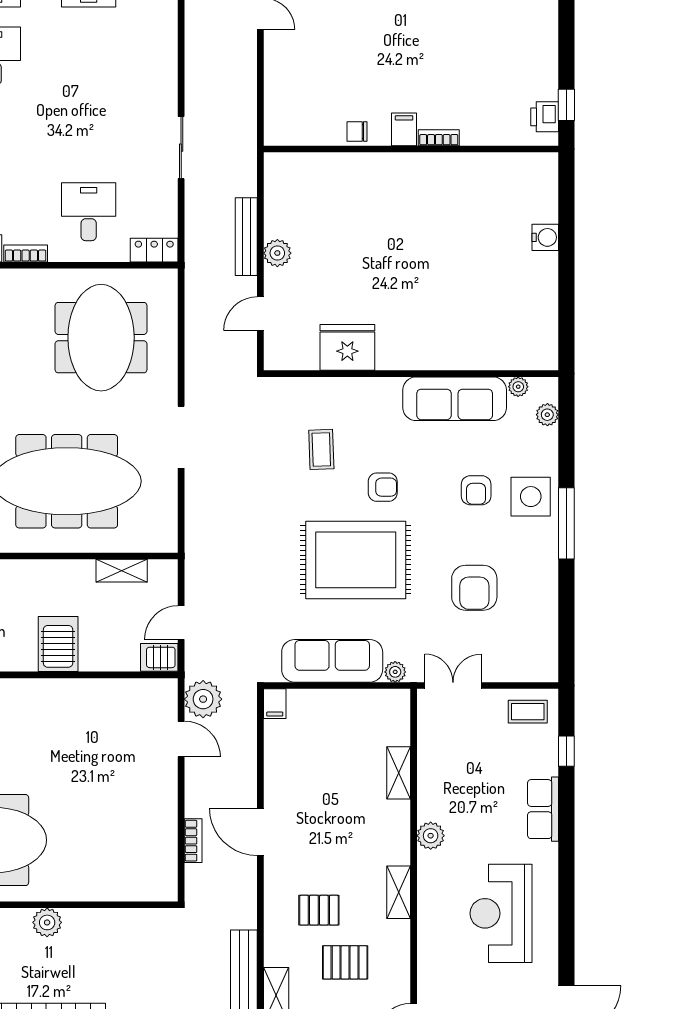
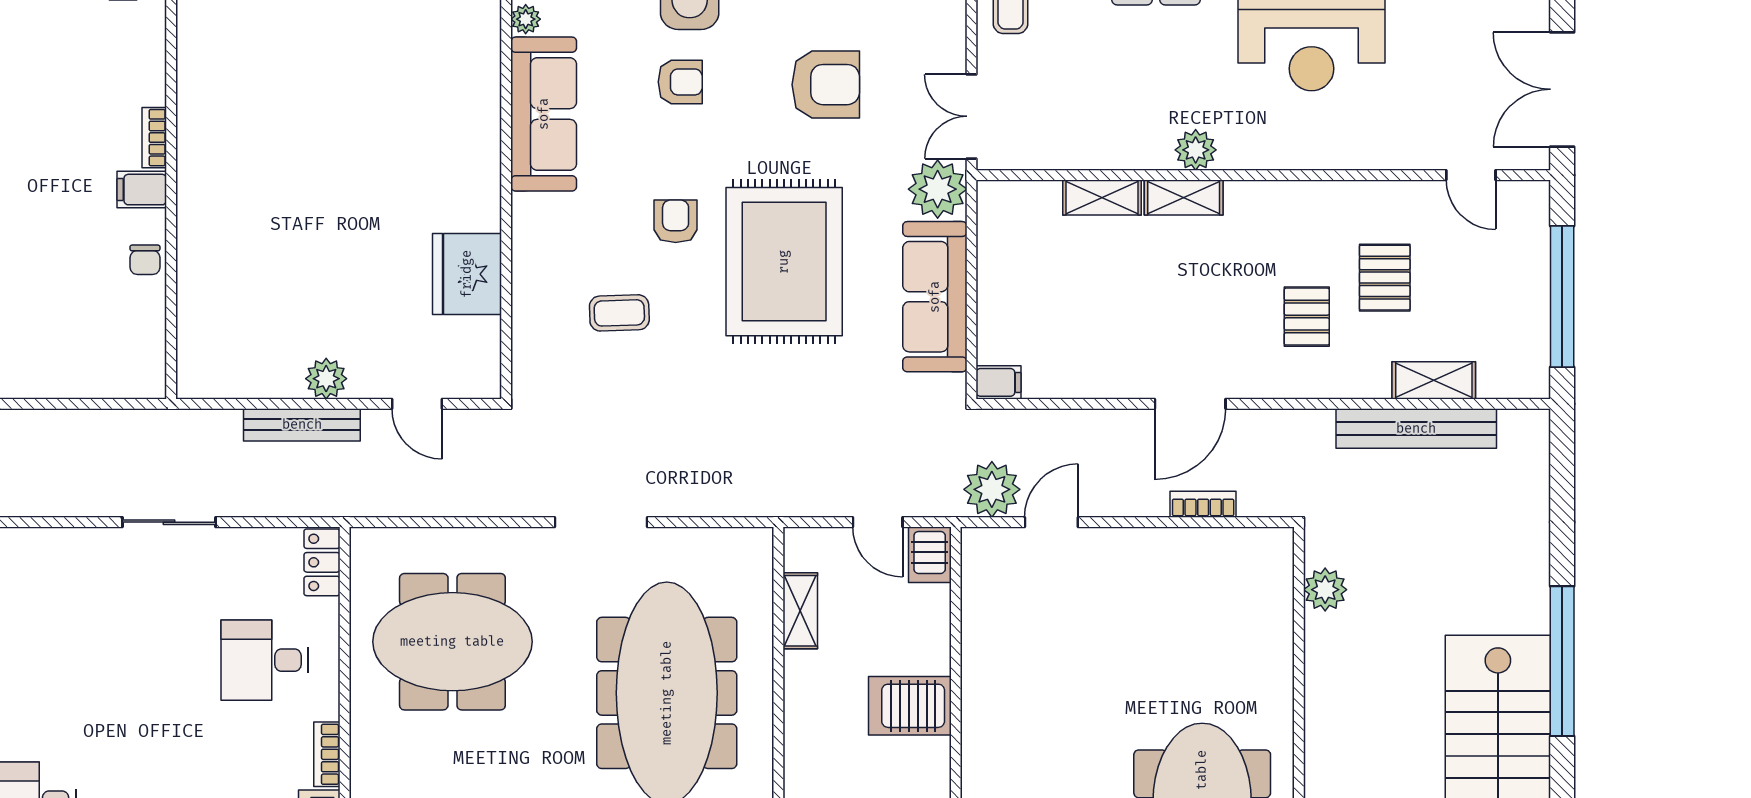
plant: (395, 672) -> (938, 189), width x1.87, depth x1.87
shelving: (399, 892) -> (1184, 198), moved
plant: (47, 922) -> (1325, 590), moved

